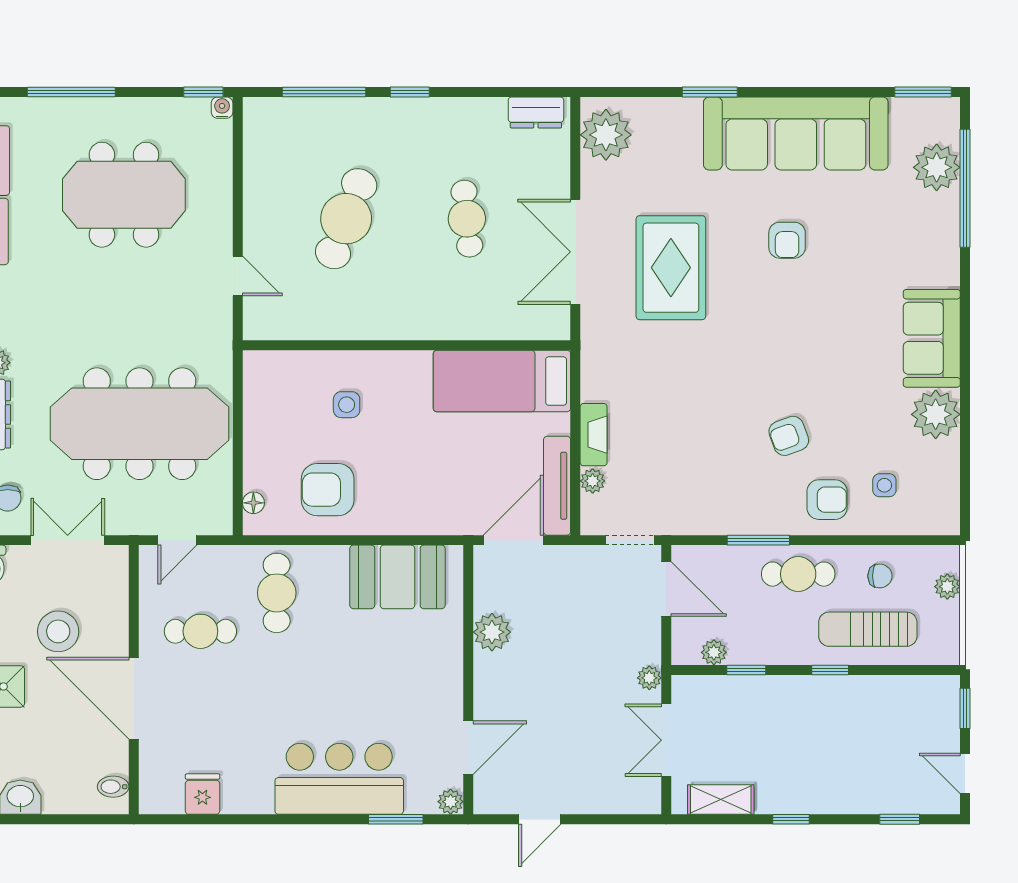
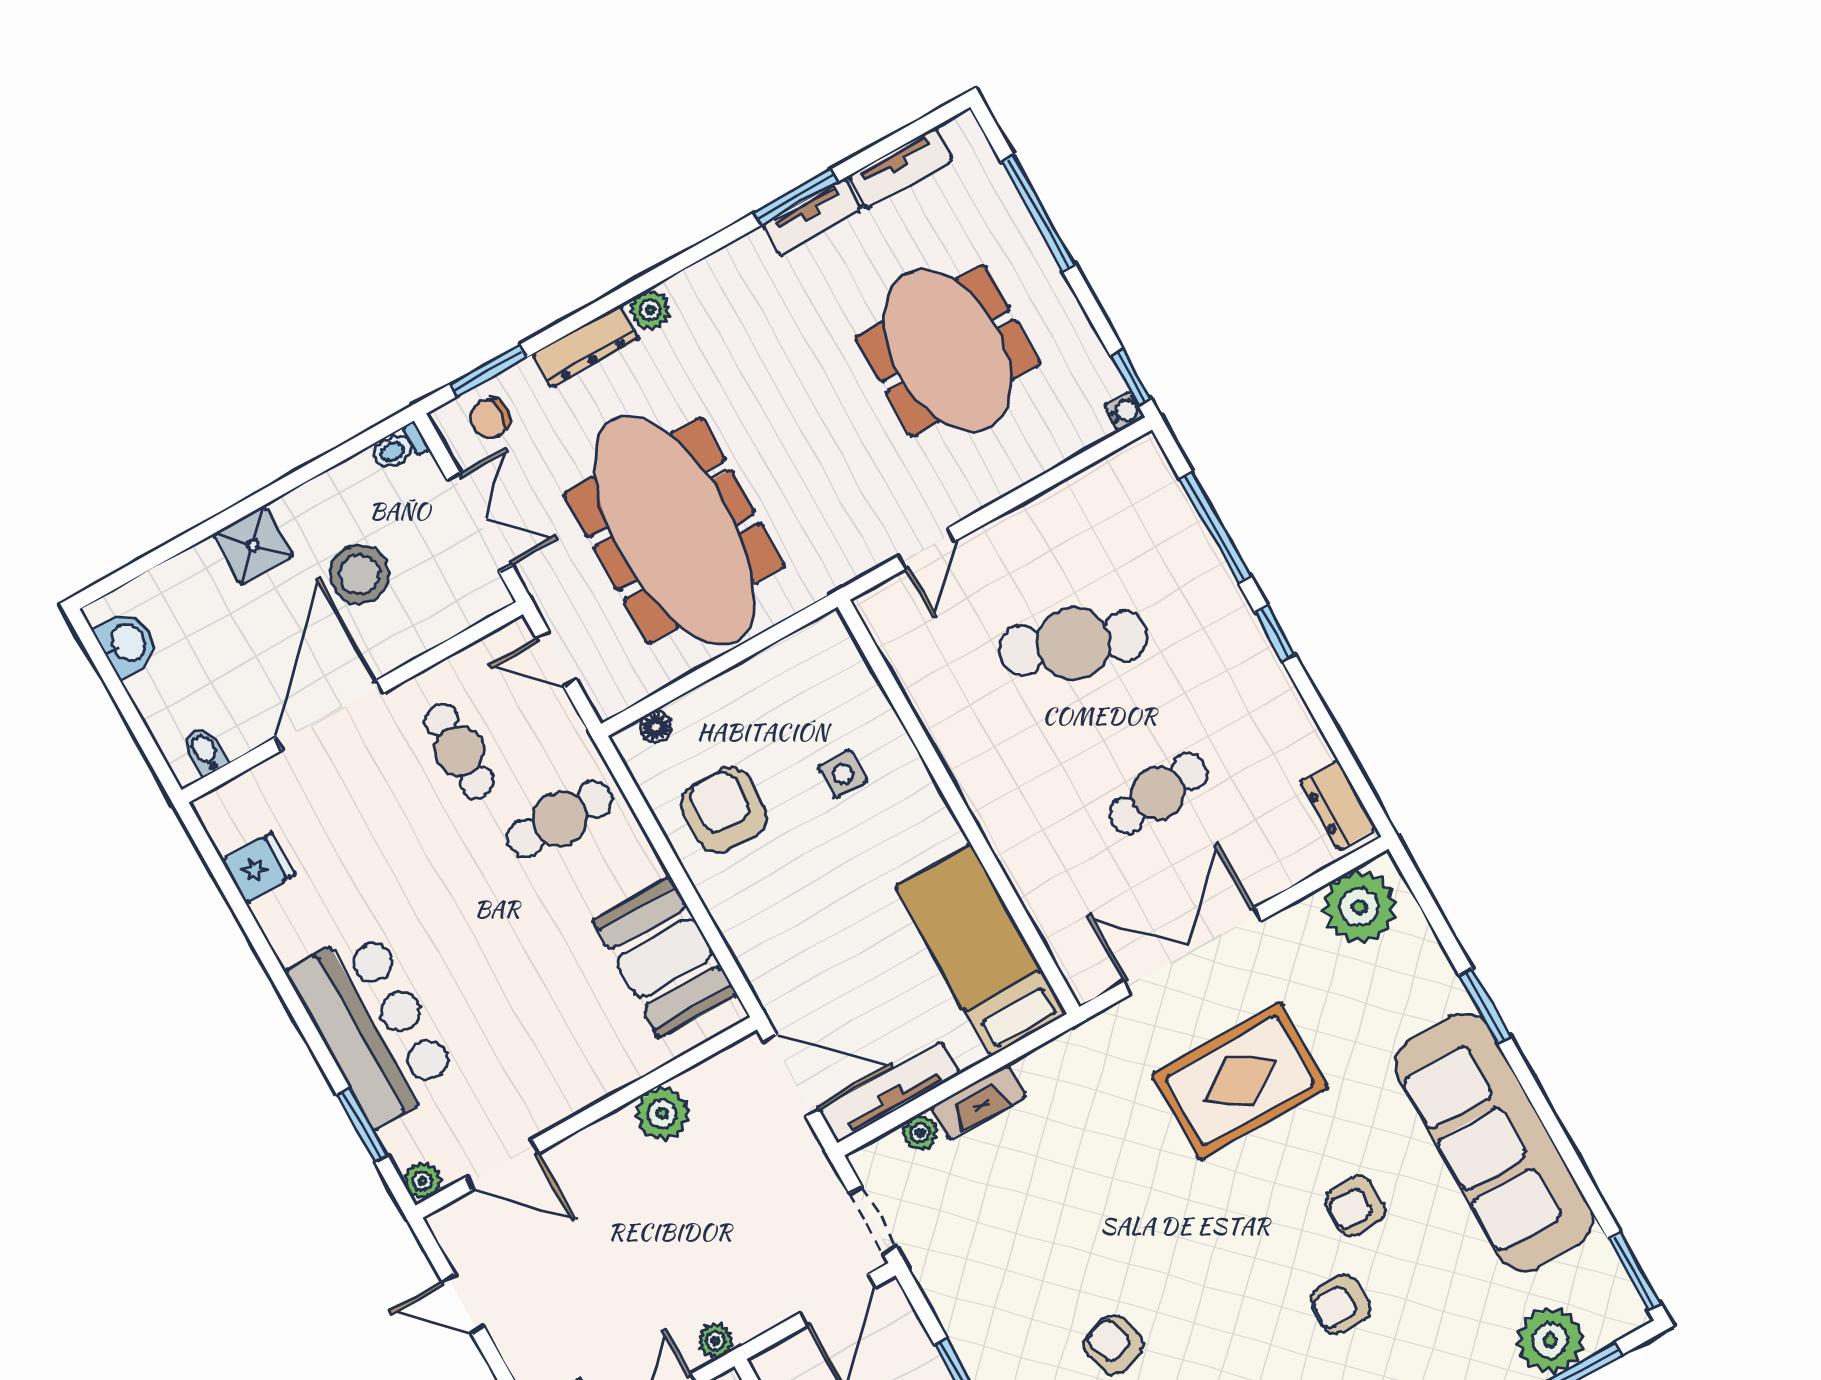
armchair: (842, 283) -> (1340, 1304), added

